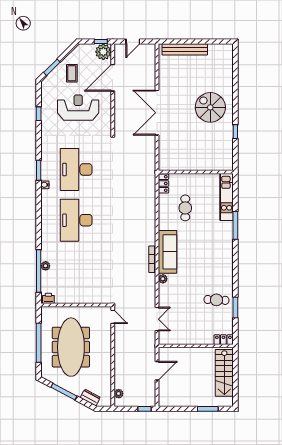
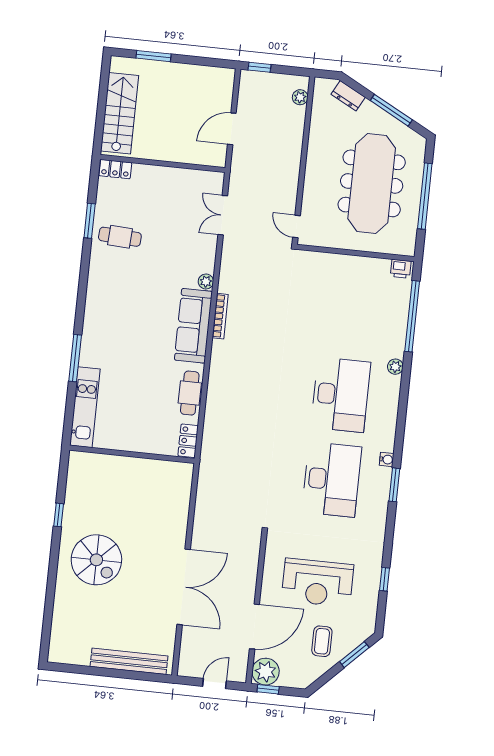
double door: (157, 113) -> (184, 587), moved
cafe table: (185, 208) -> (190, 393), moved
plant: (46, 266) -> (395, 367), moved

